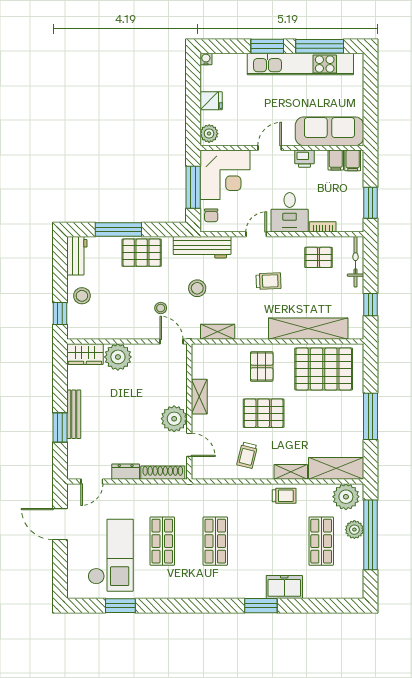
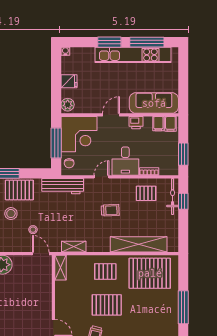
stool: (197, 288) -> (11, 214), moved
window: (370, 305) -> (183, 201), moved
pallet: (262, 366) -> (105, 271), turned 90
shelving: (199, 397) -> (61, 268), moved
plant: (174, 419) -> (43, 309), removed

